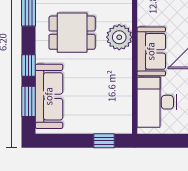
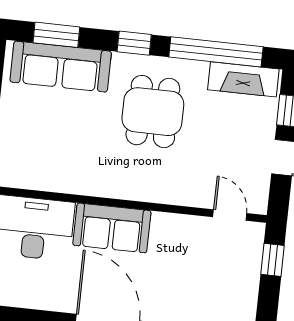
plant: (119, 37) -> (138, 182), removed
window: (29, 66) -> (134, 43), moved

